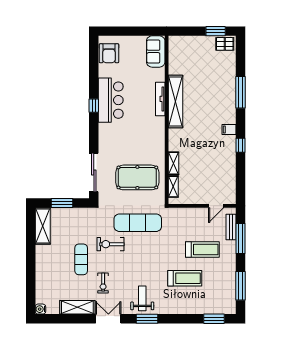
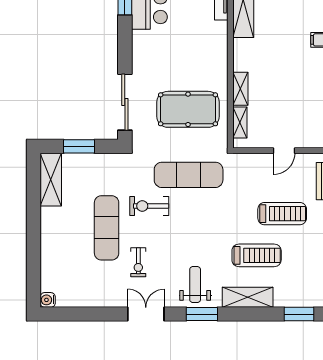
door: (216, 206) -> (284, 151), moved
exercise mat: (81, 259) -> (107, 228), width x1.36, depth x1.45
shelving: (77, 307) -> (248, 297), moved

